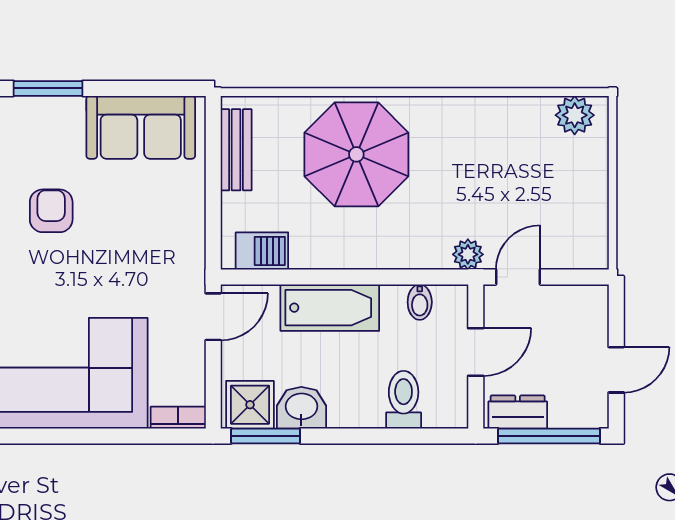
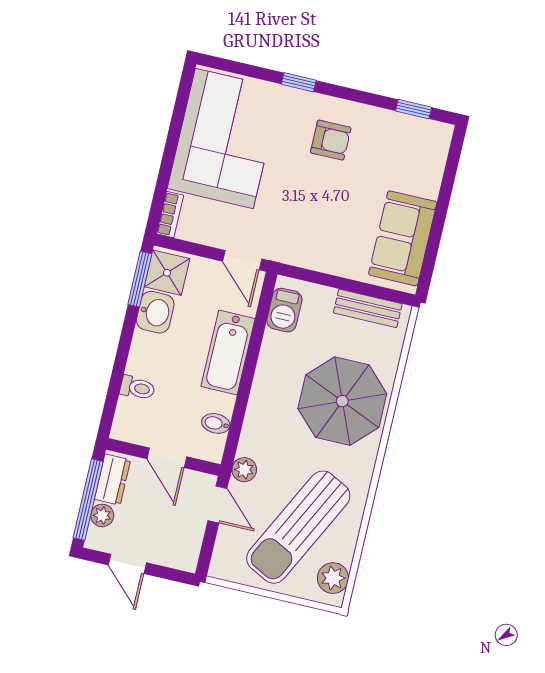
window: (48, 88) -> (450, 173), removed
sun lounger: (523, 172) -> (298, 527), added
armchair: (51, 211) -> (331, 140), moved
toilet: (404, 400) -> (137, 388), width x0.73, depth x0.72
plant: (564, 414) -> (102, 515), added

